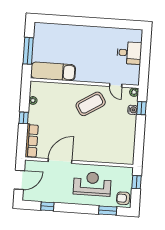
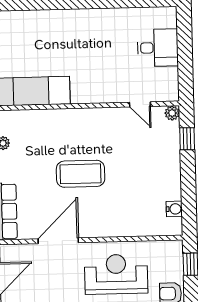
coffee table: (91, 104) -> (81, 174), moved, turned 32
water cooler: (133, 110) -> (174, 209), moved

